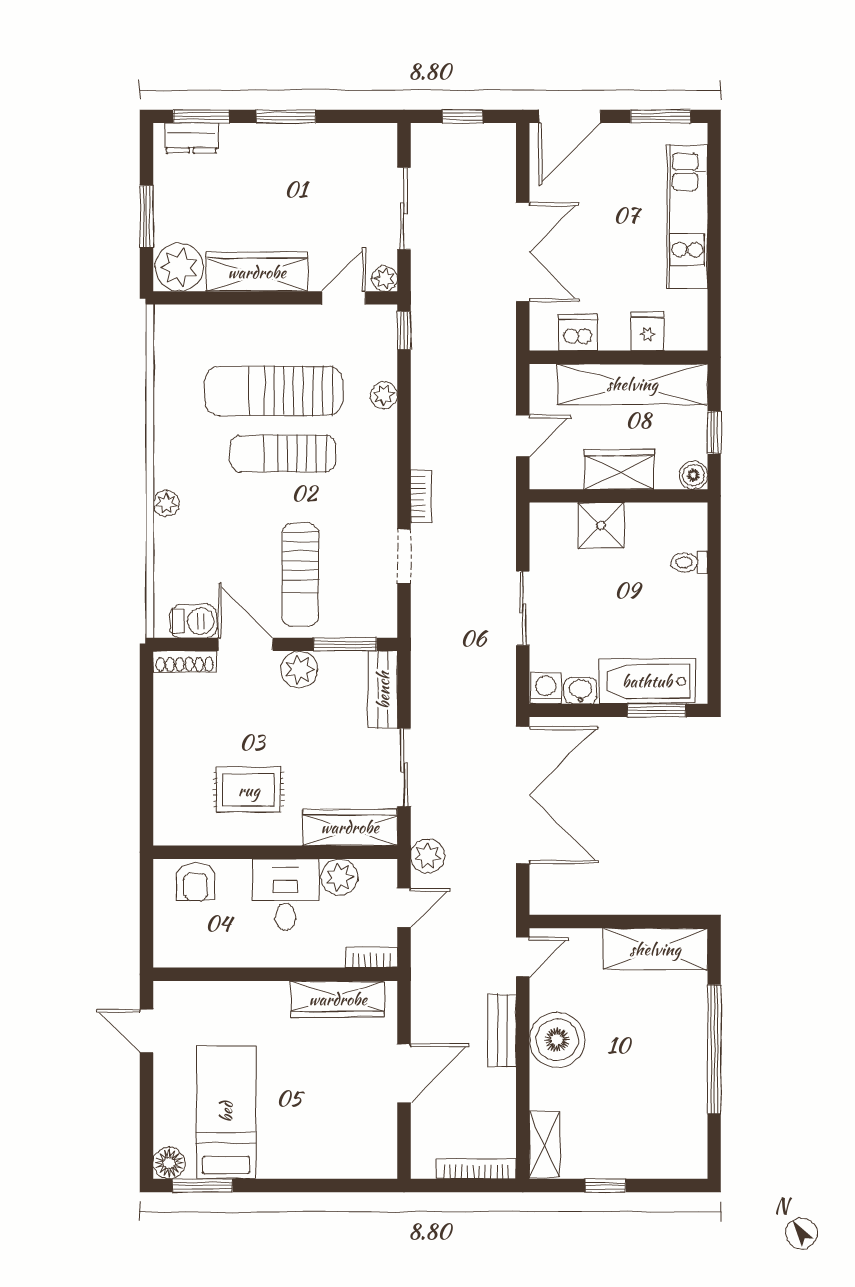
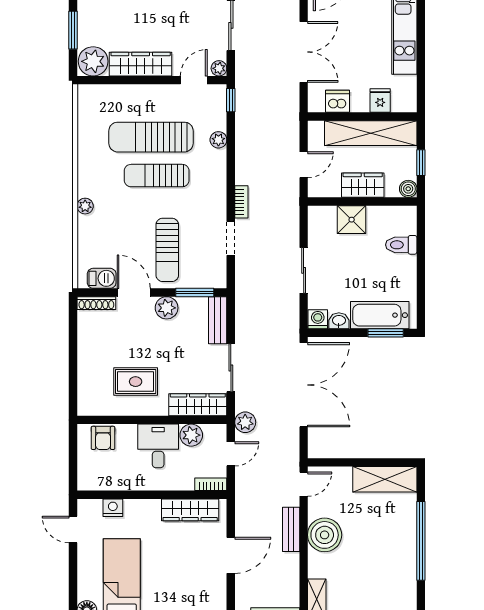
toilet: (689, 562) -> (401, 245), width x1.37, depth x1.39
nightstand: (211, 996) -> (113, 508), added

